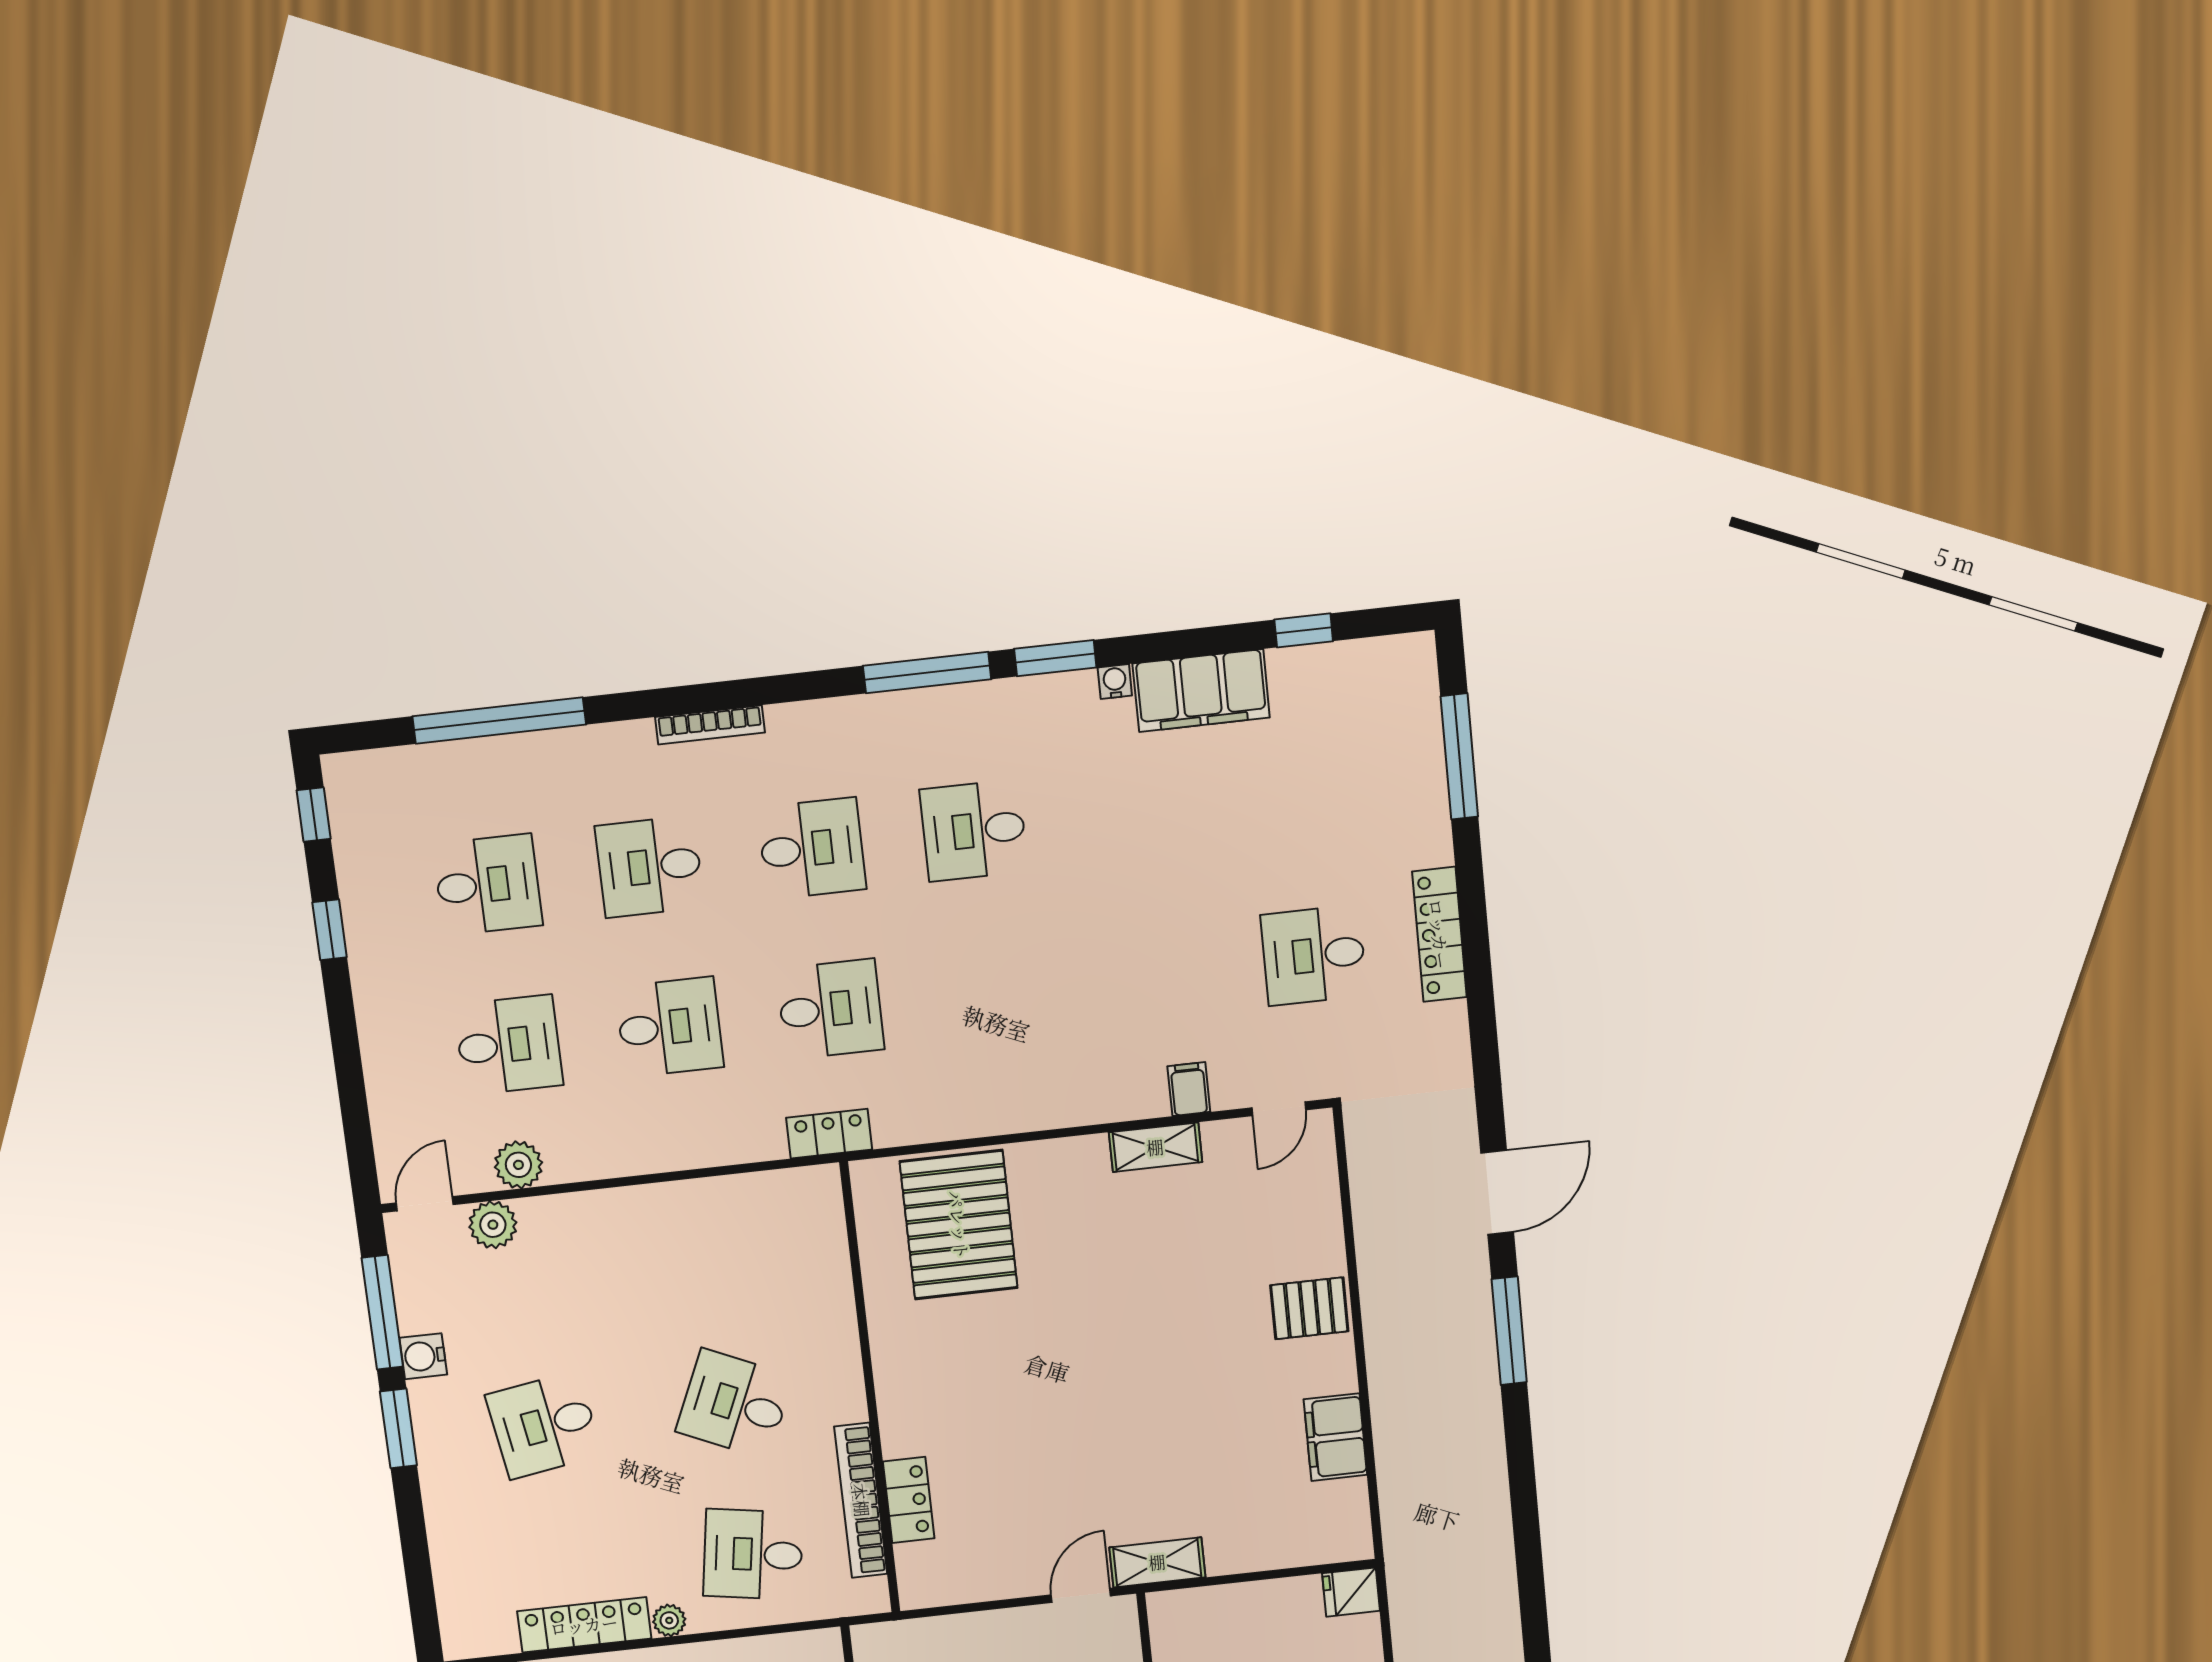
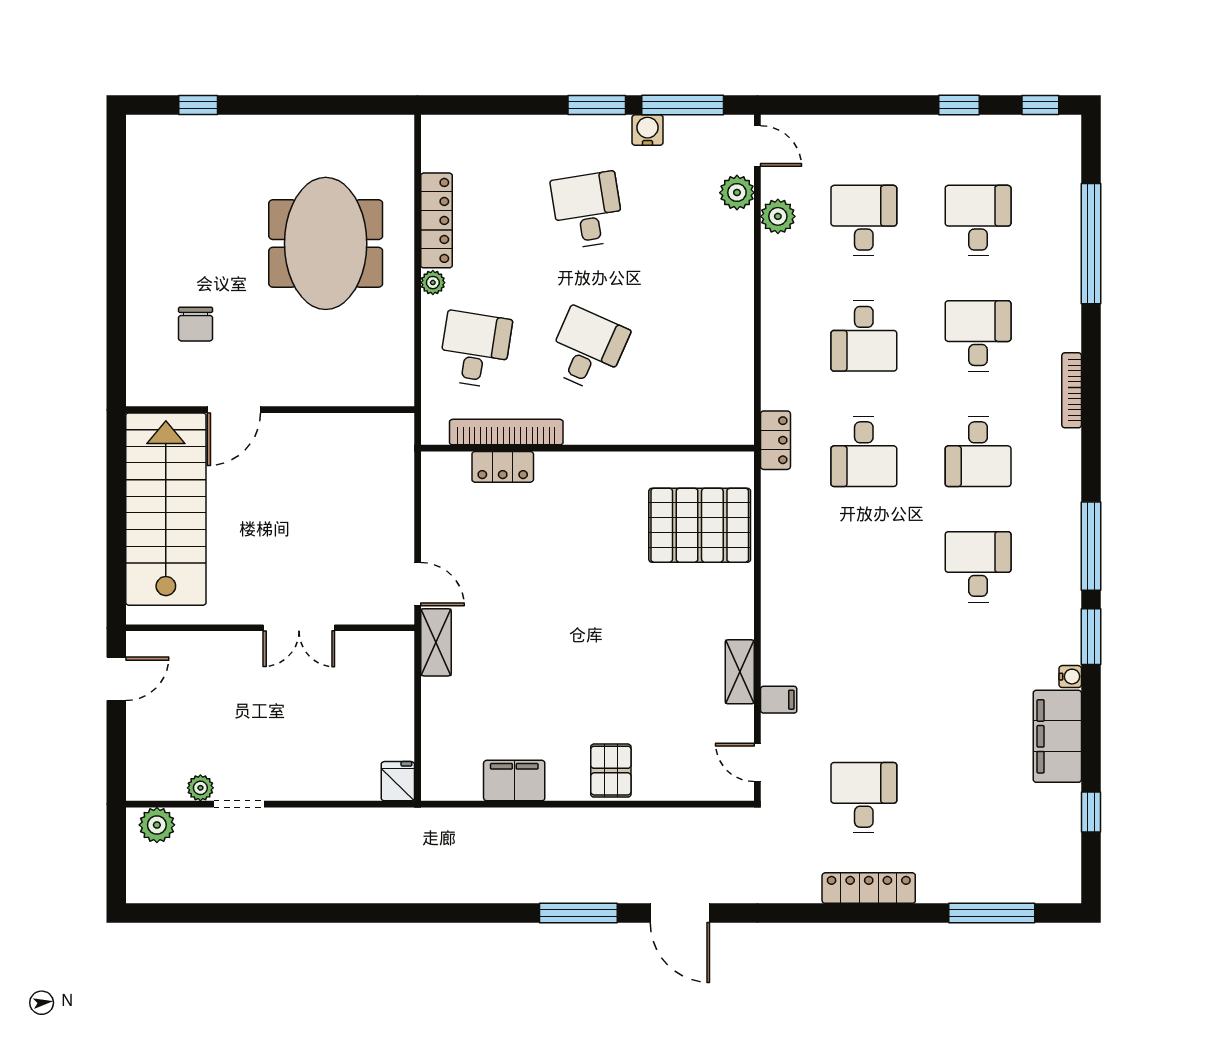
desk: (488, 885) -> (978, 220), turned 180
desk: (509, 1045) -> (864, 220), turned 180

